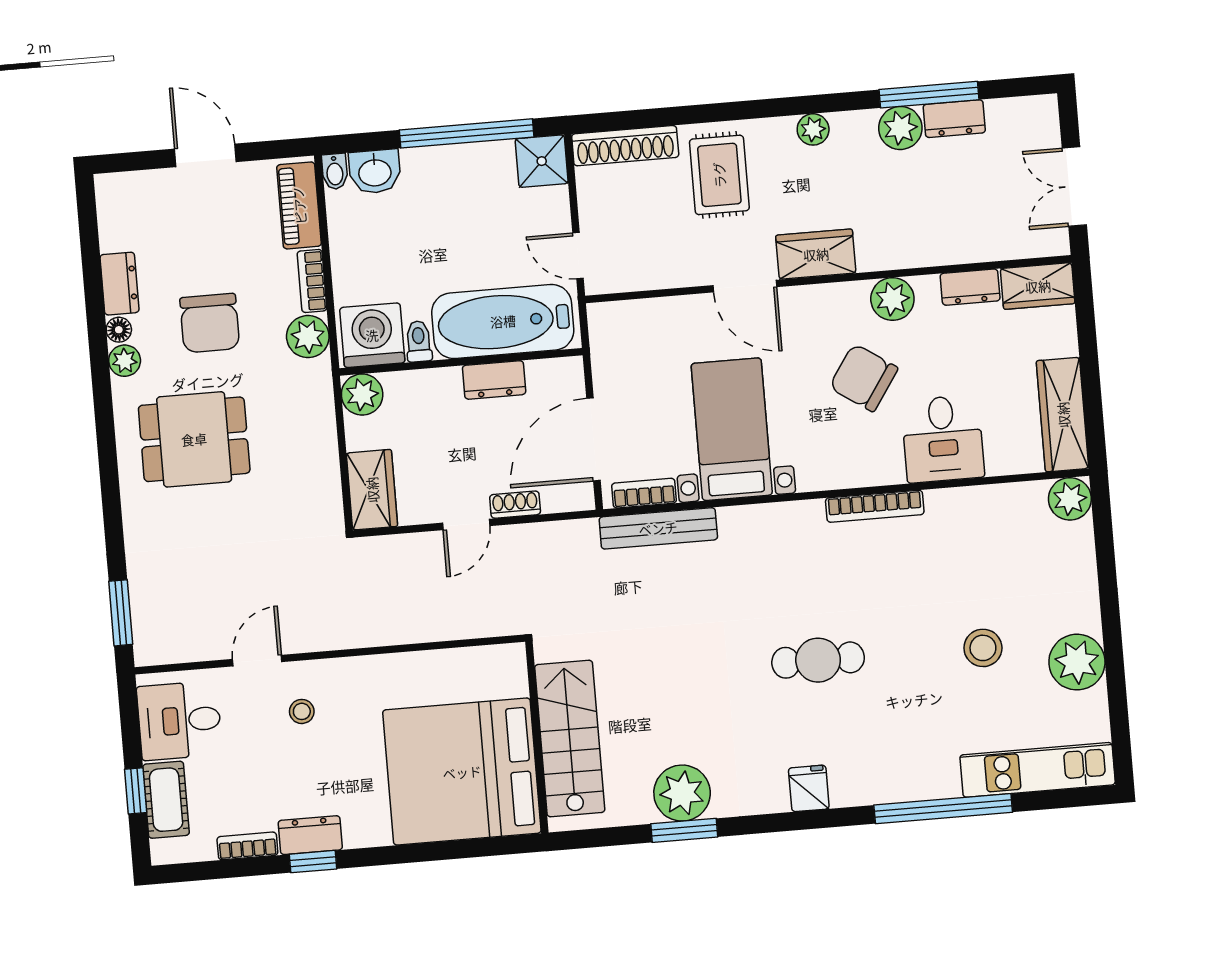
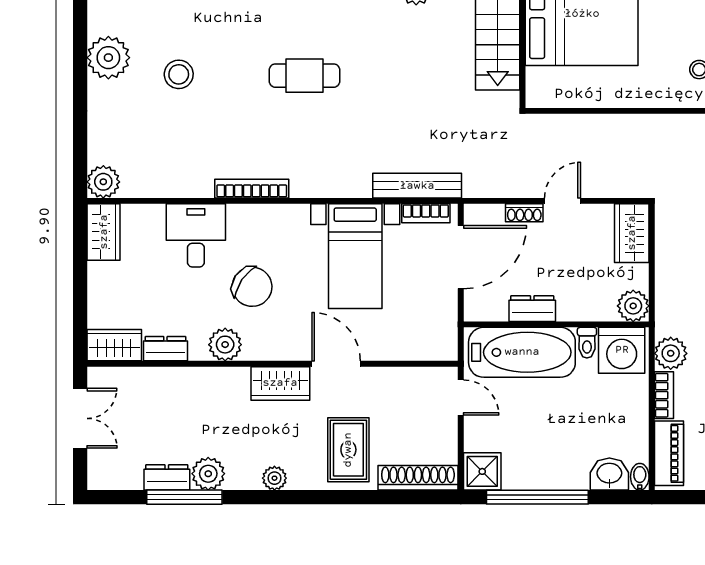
wardrobe: (1063, 415) -> (104, 232), width x0.67

